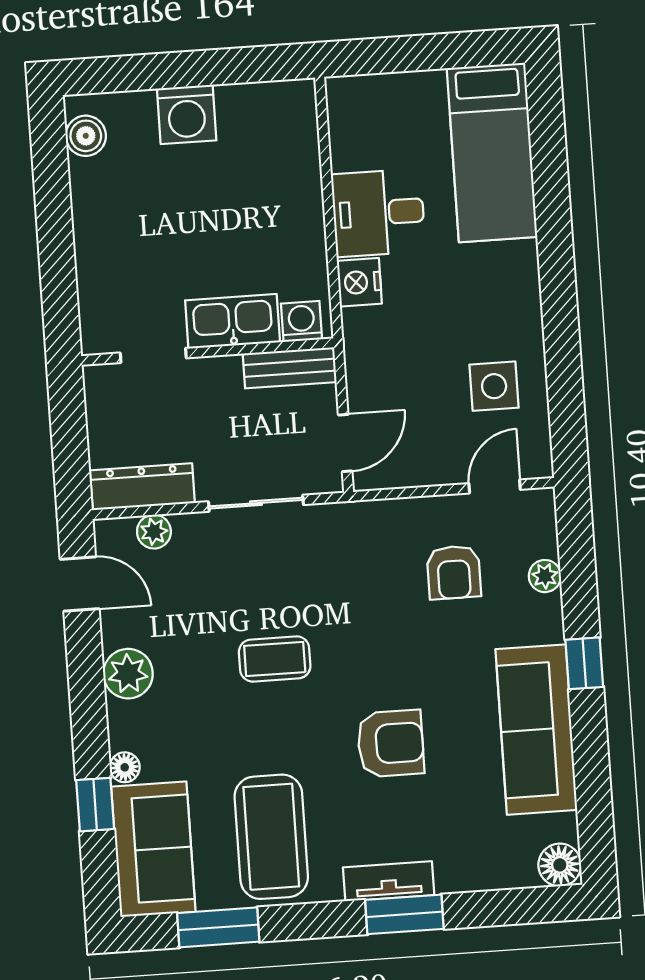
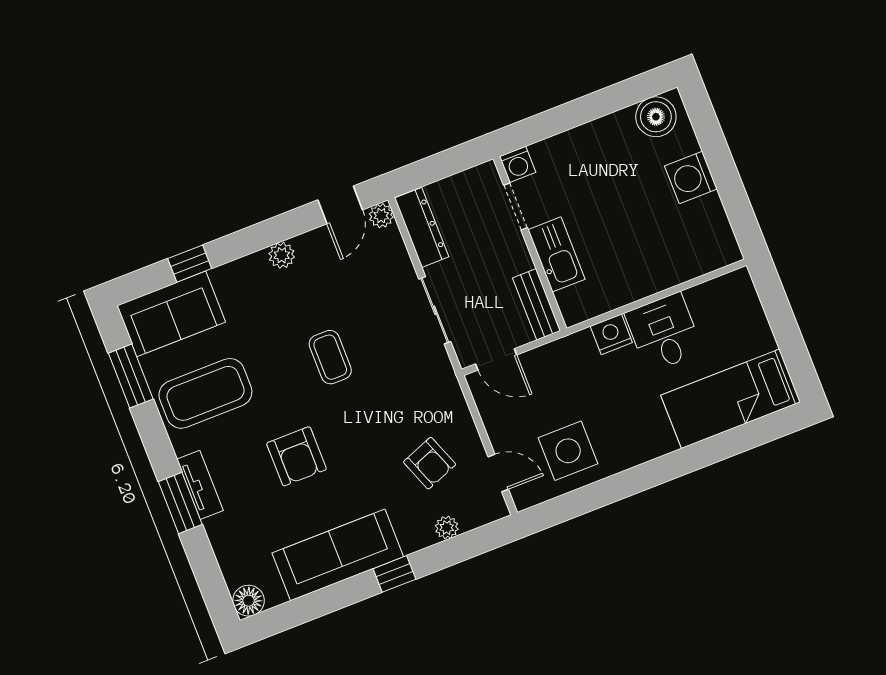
boiler: (86, 136) -> (656, 117), width x1.36, depth x1.36
washing machine: (301, 321) -> (518, 164), moved, turned 90
side table: (494, 386) -> (568, 451), width x1.37, depth x1.37
plant: (154, 532) -> (381, 216), moved
armchair: (454, 572) -> (430, 463), turned -111
plant: (128, 674) -> (282, 255), width x0.73, depth x0.73
floor lamp: (125, 767) -> (222, 276), removed

